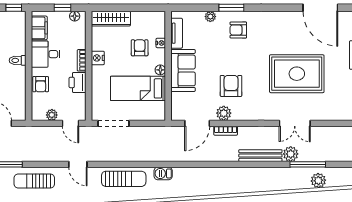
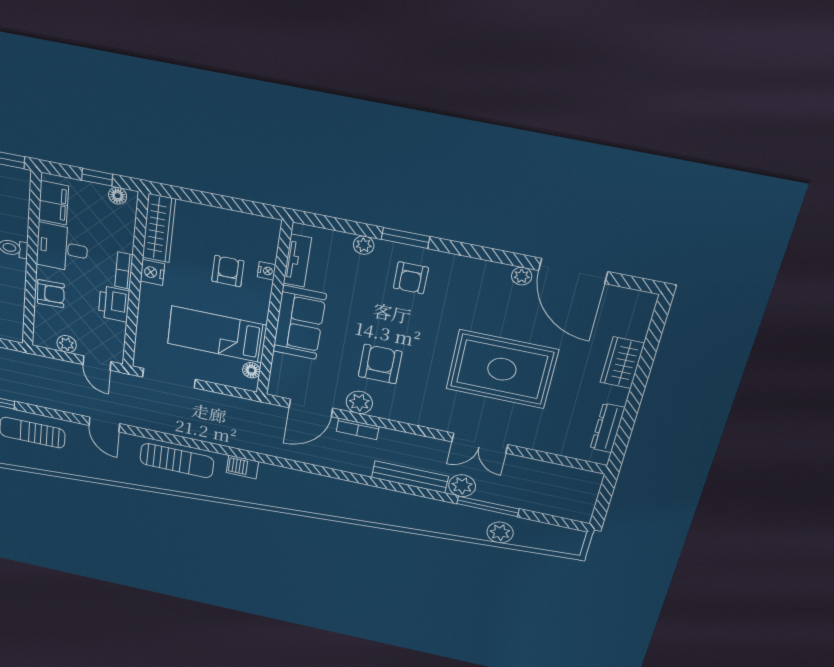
plant: (295, 16) -> (522, 276), added
wardrobe: (111, 19) -> (159, 228), moved, turned -90
armchair: (238, 30) -> (411, 278), turned -90
floor lamp: (160, 70) -> (251, 370), moved
armchair: (41, 84) -> (51, 294), turned -92

